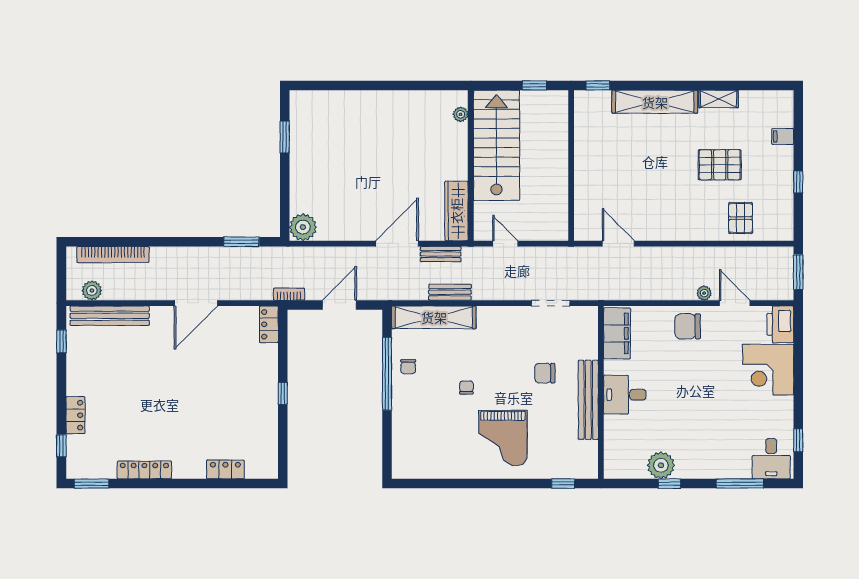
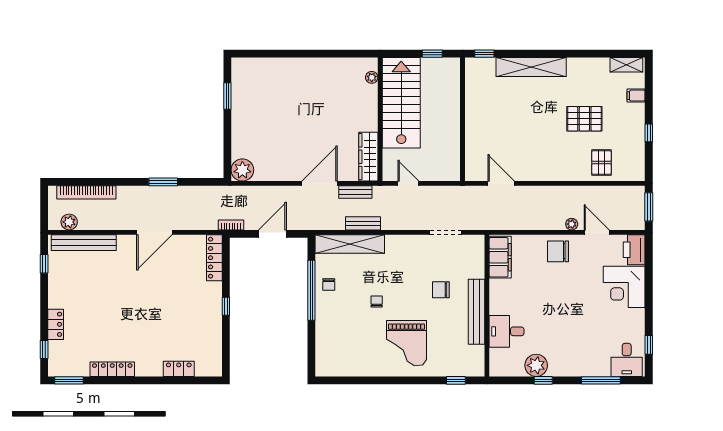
shelving: (719, 99) -> (626, 65), moved
window: (241, 242) -> (163, 182), moved
locker: (269, 324) -> (214, 258), width x1.53
desk: (625, 395) -> (507, 331), moved

